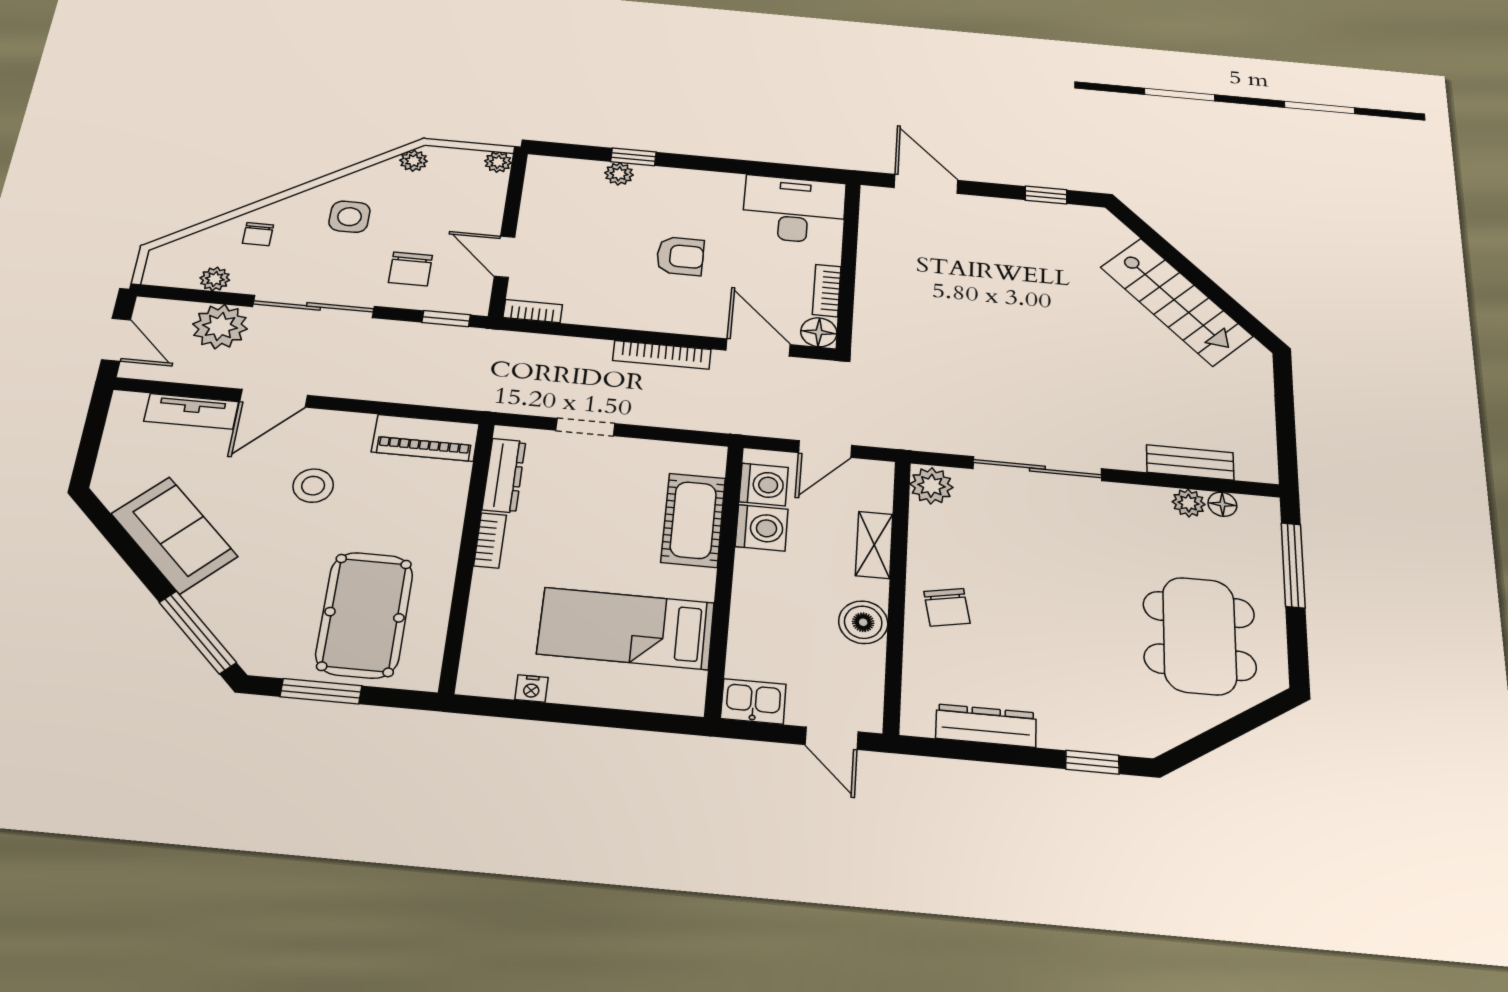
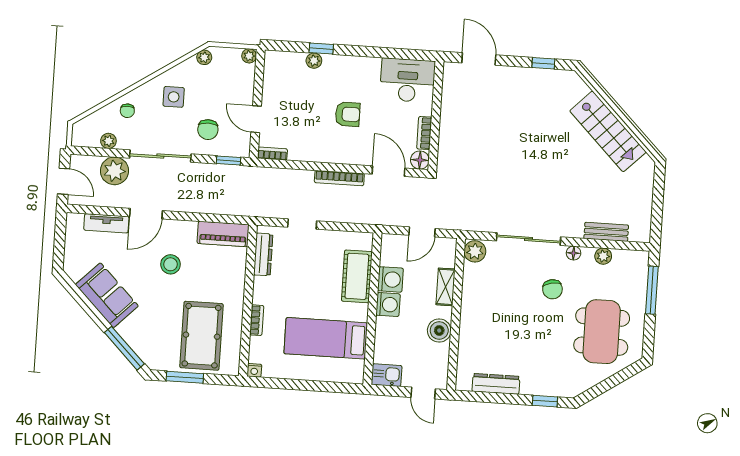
washing machine: (764, 485) -> (388, 305), moved
floor lamp: (1222, 504) -> (574, 253), moved
bookcase: (490, 540) -> (257, 320), moved
chair: (947, 607) -> (552, 289), moved
nightstand: (531, 689) -> (254, 370), moved

